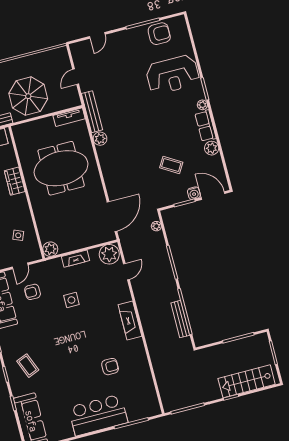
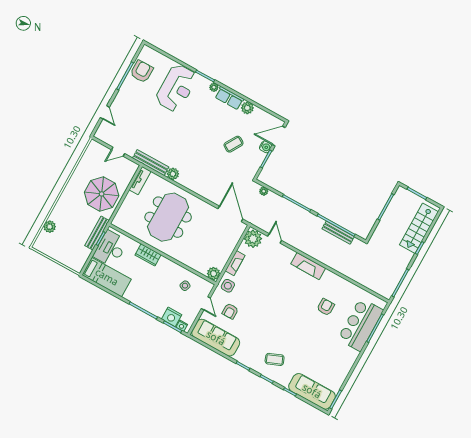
door: (76, 77) -> (118, 152), hinge flipped
side table: (71, 300) -> (228, 286), moved
bar counter: (98, 415) -> (360, 325), moved

